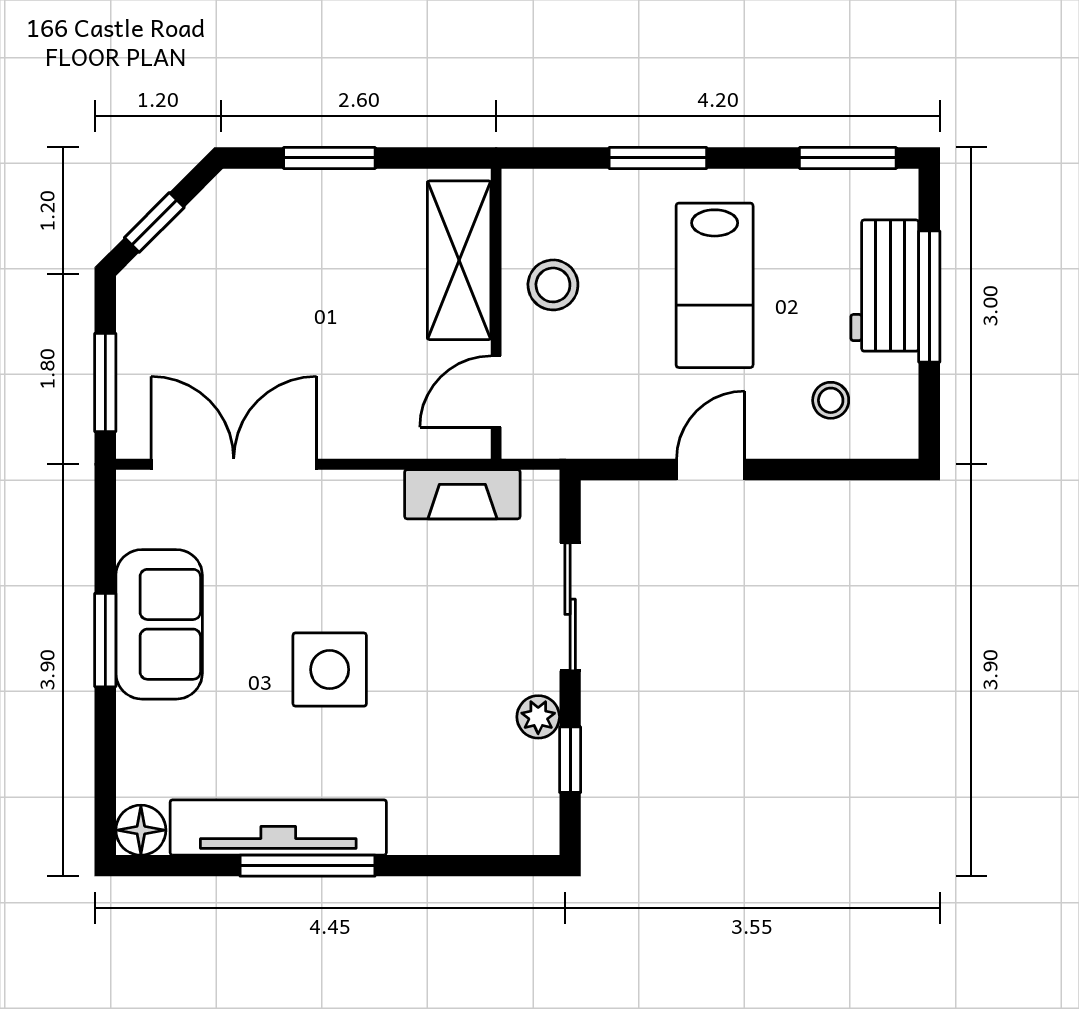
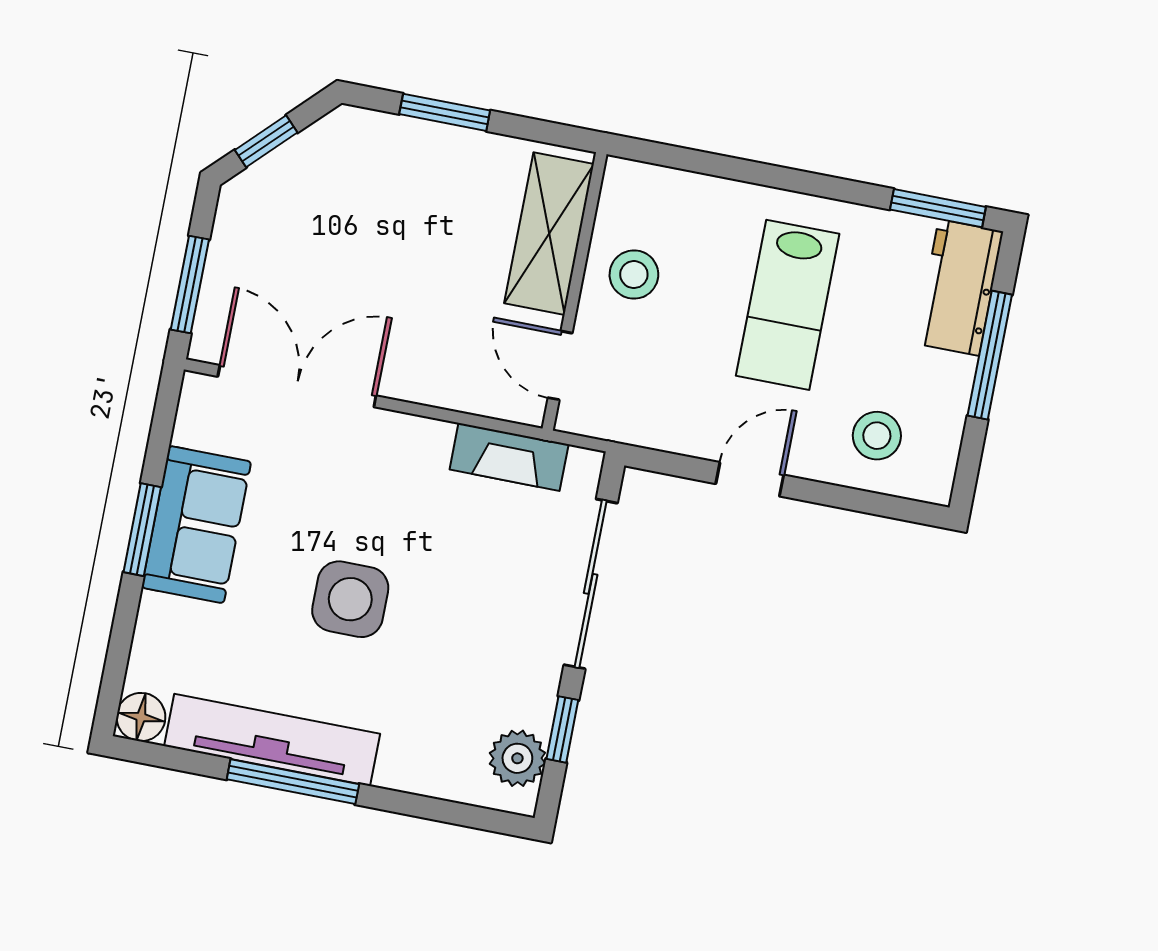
window: (658, 158) -> (757, 173), removed
workbench: (885, 286) -> (959, 288), moved
door: (496, 392) -> (560, 365), hinge flipped
stool: (831, 400) -> (877, 436), width x1.37, depth x1.37
sliding door: (570, 607) -> (591, 584), width x1.37
plant: (538, 717) -> (517, 758), moved, width x1.38, depth x1.38

